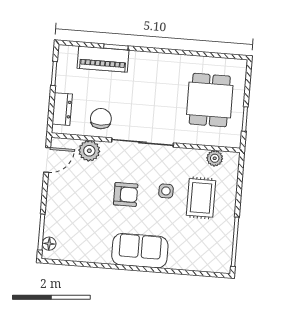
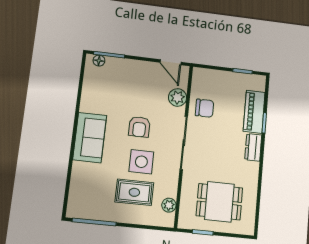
dresser: (62, 109) -> (253, 147), moved, turned 90
side table: (166, 191) -> (141, 162), width x1.87, depth x1.87

